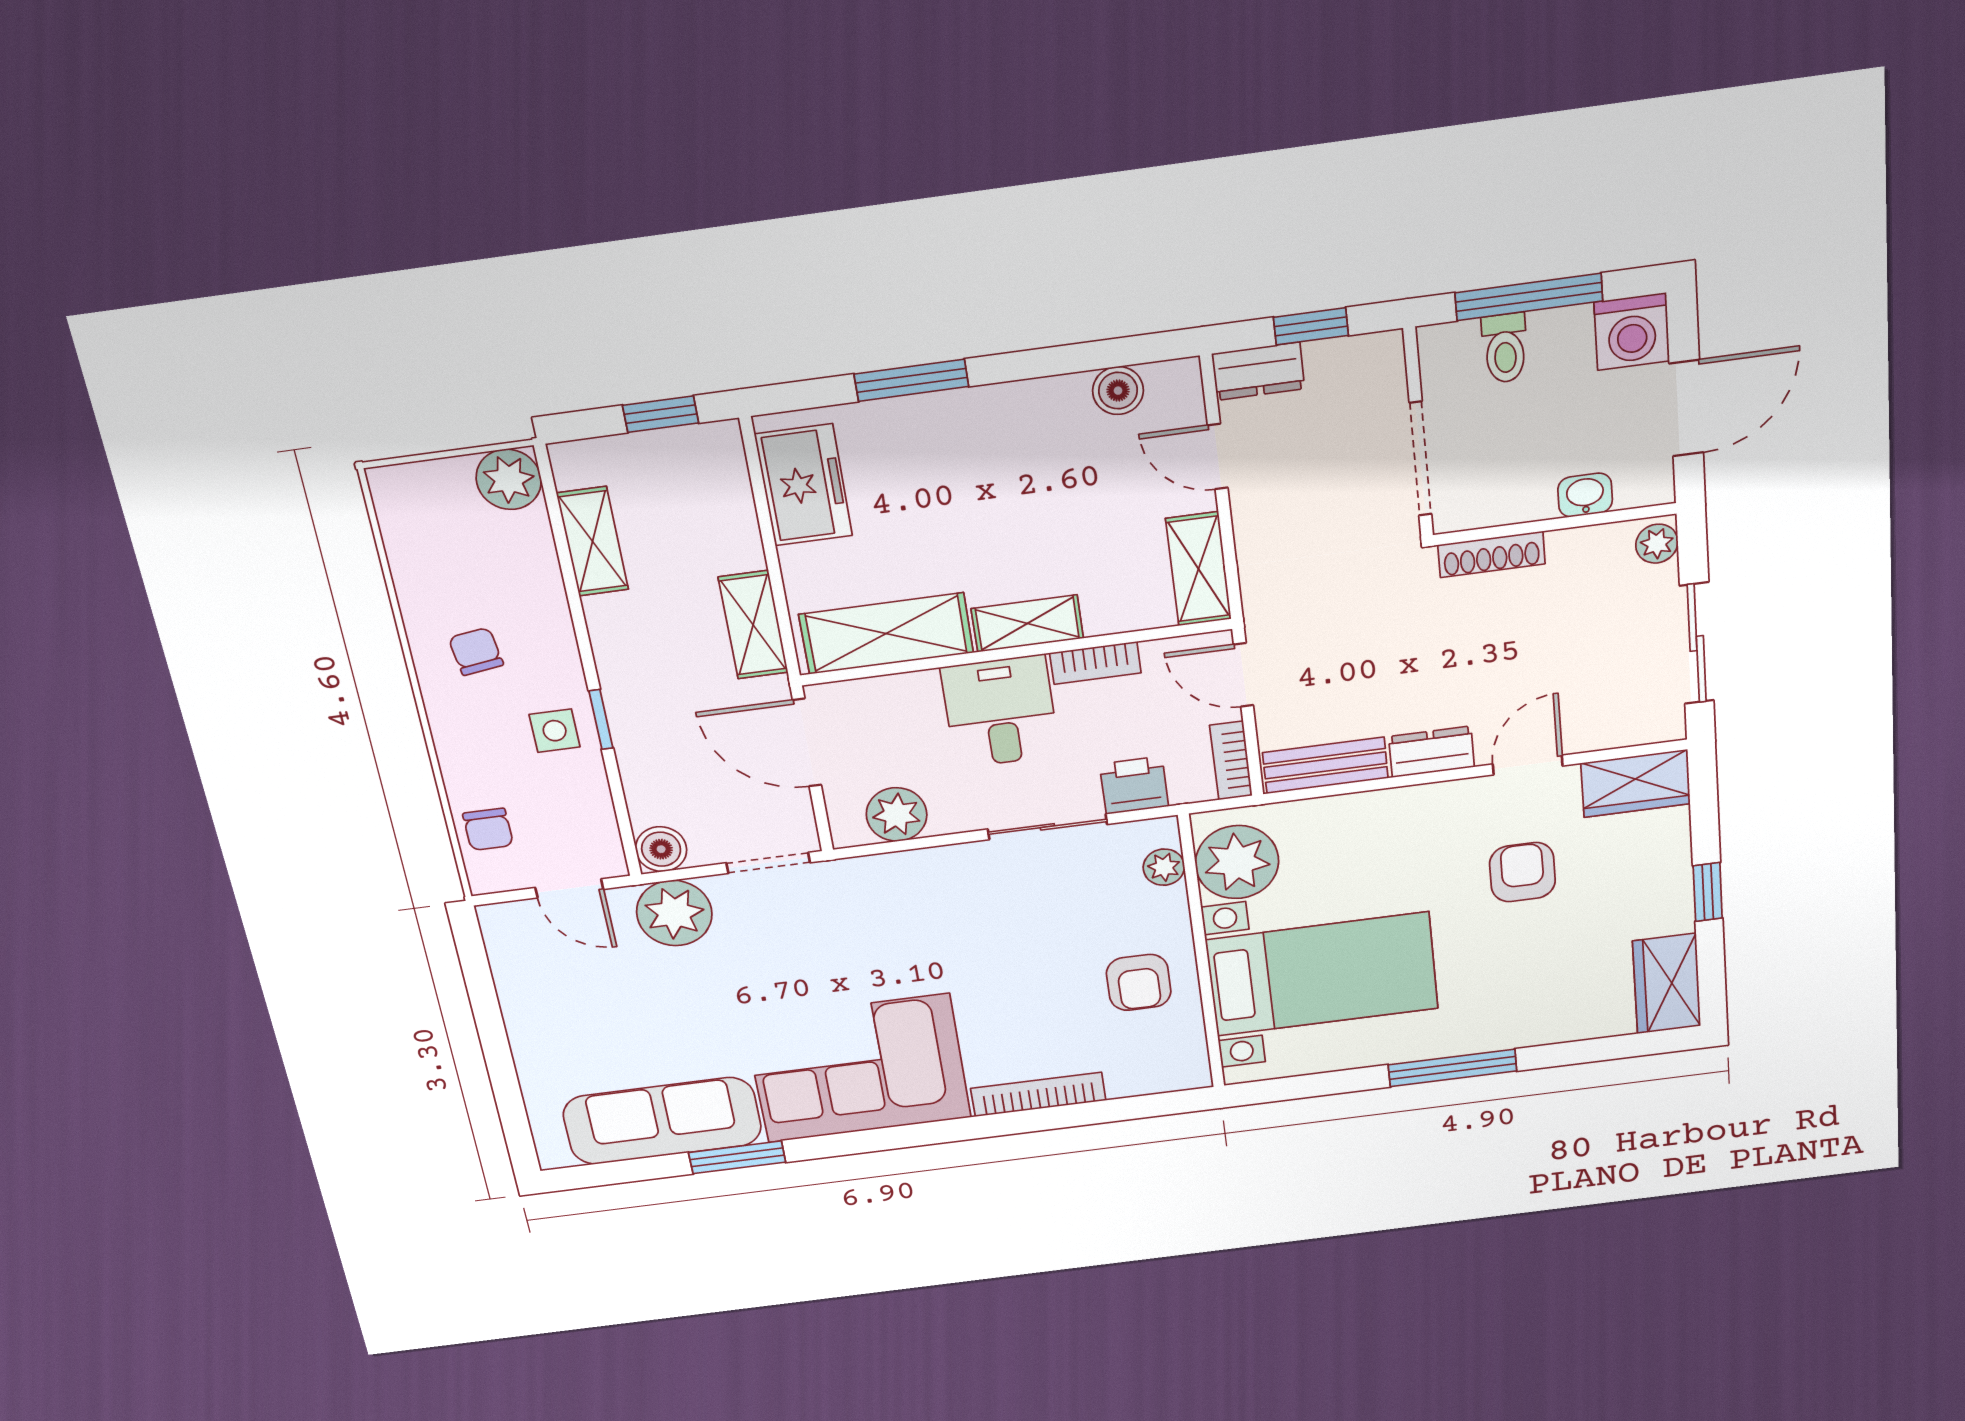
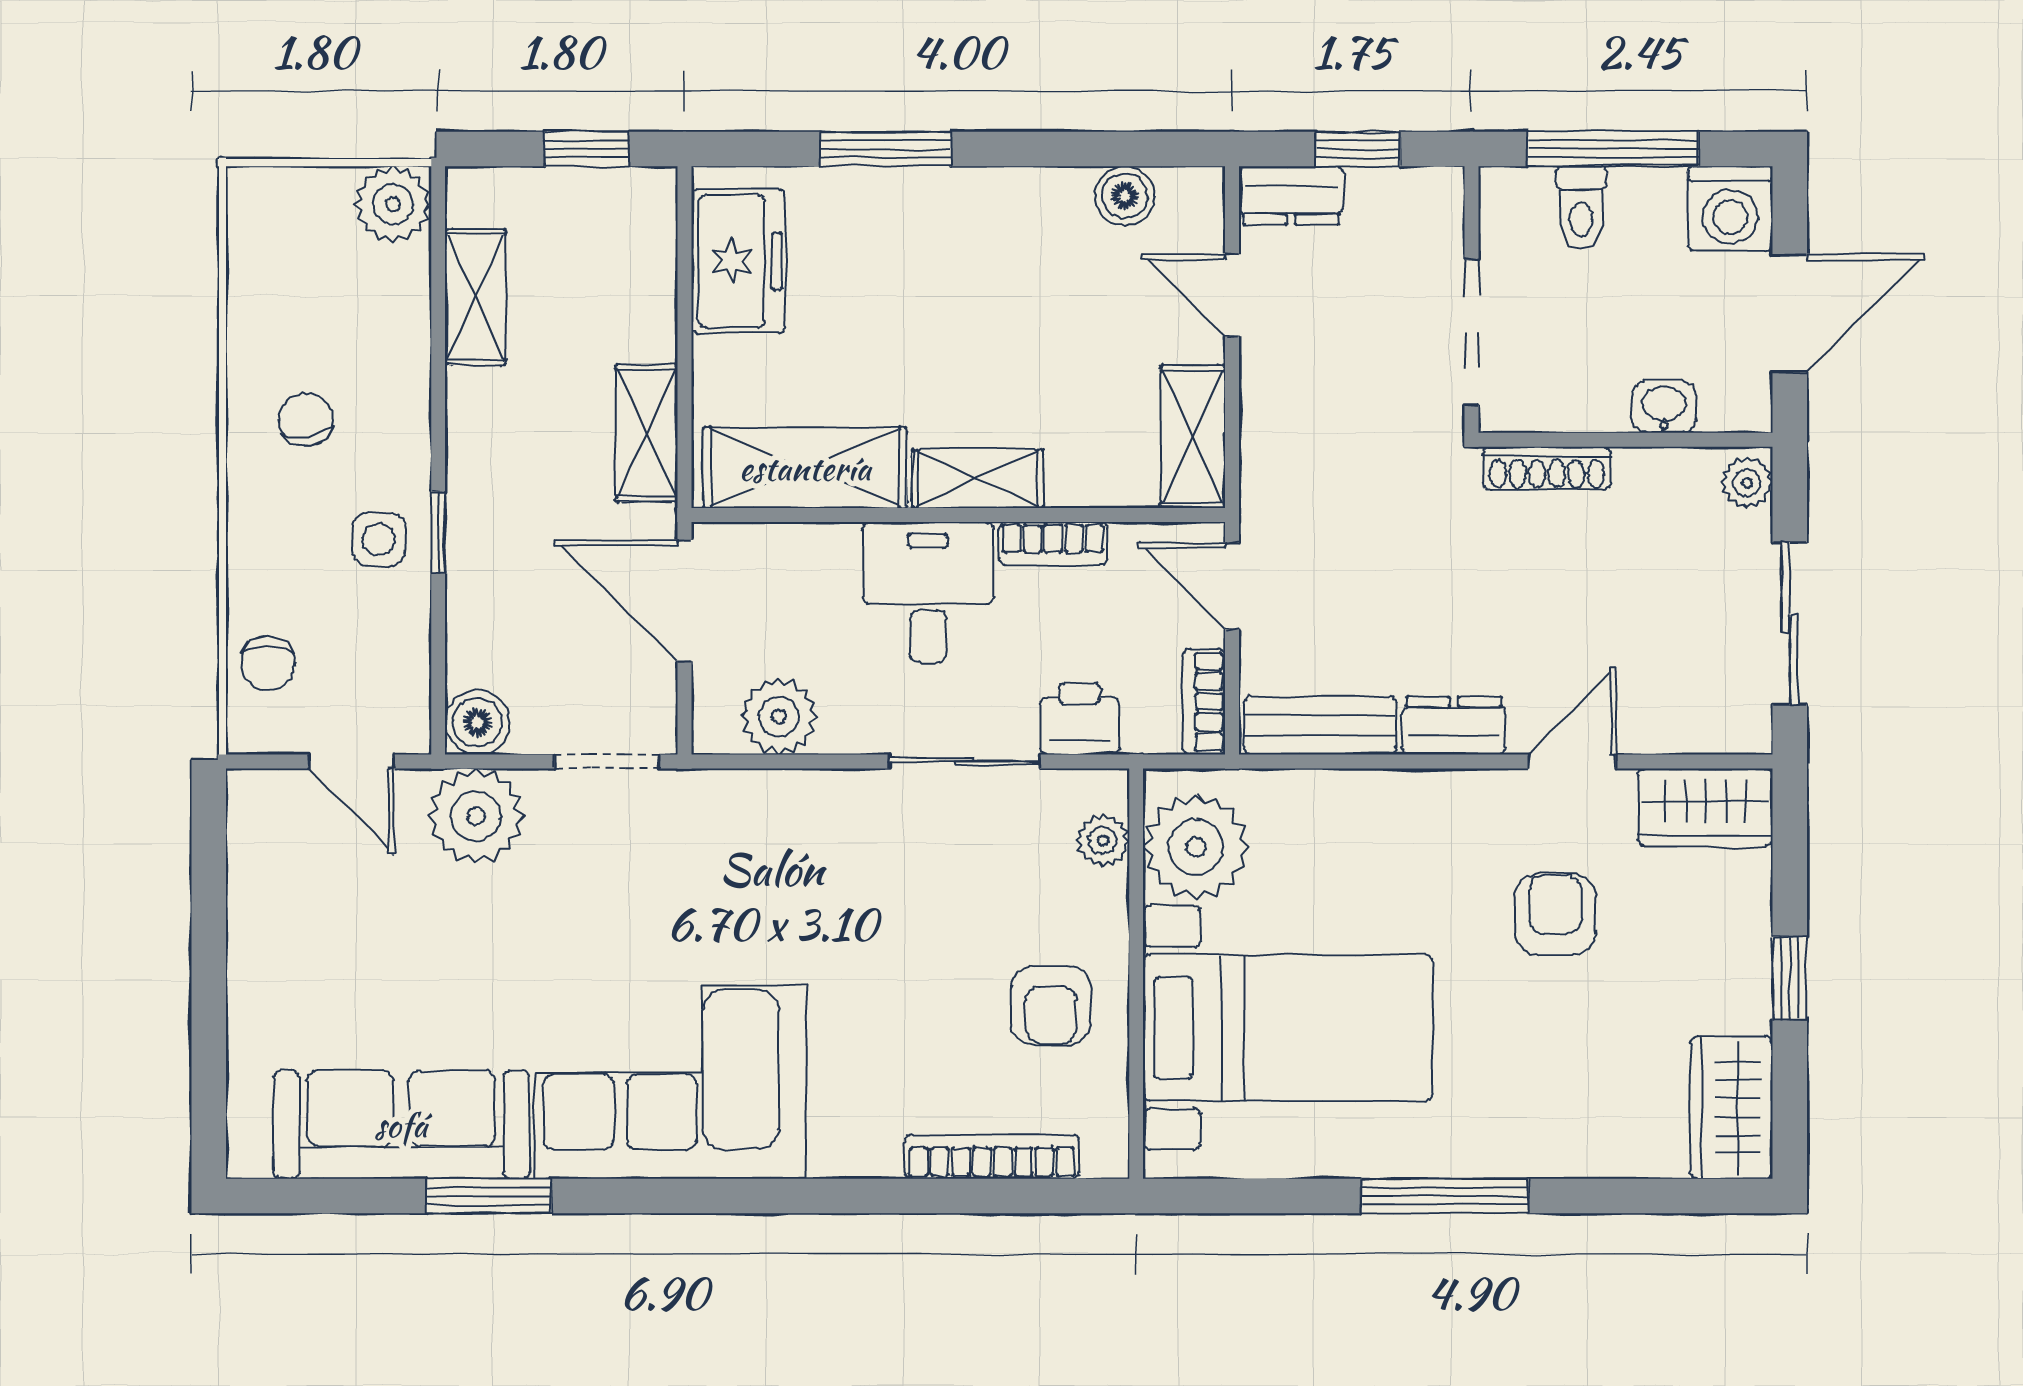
bookcase: (1038, 1094) -> (992, 1157), moved

